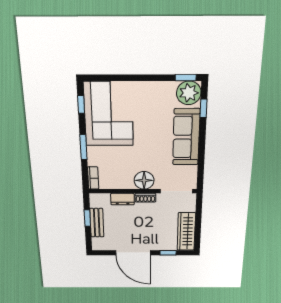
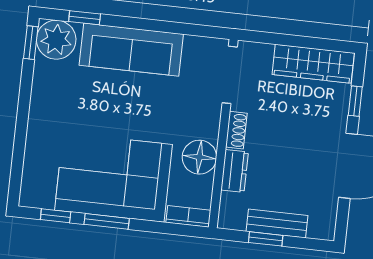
corner sofa: (109, 114) -> (114, 177), moved
window: (83, 147) -> (107, 221), moved
floor lamp: (144, 180) -> (199, 157), moved

